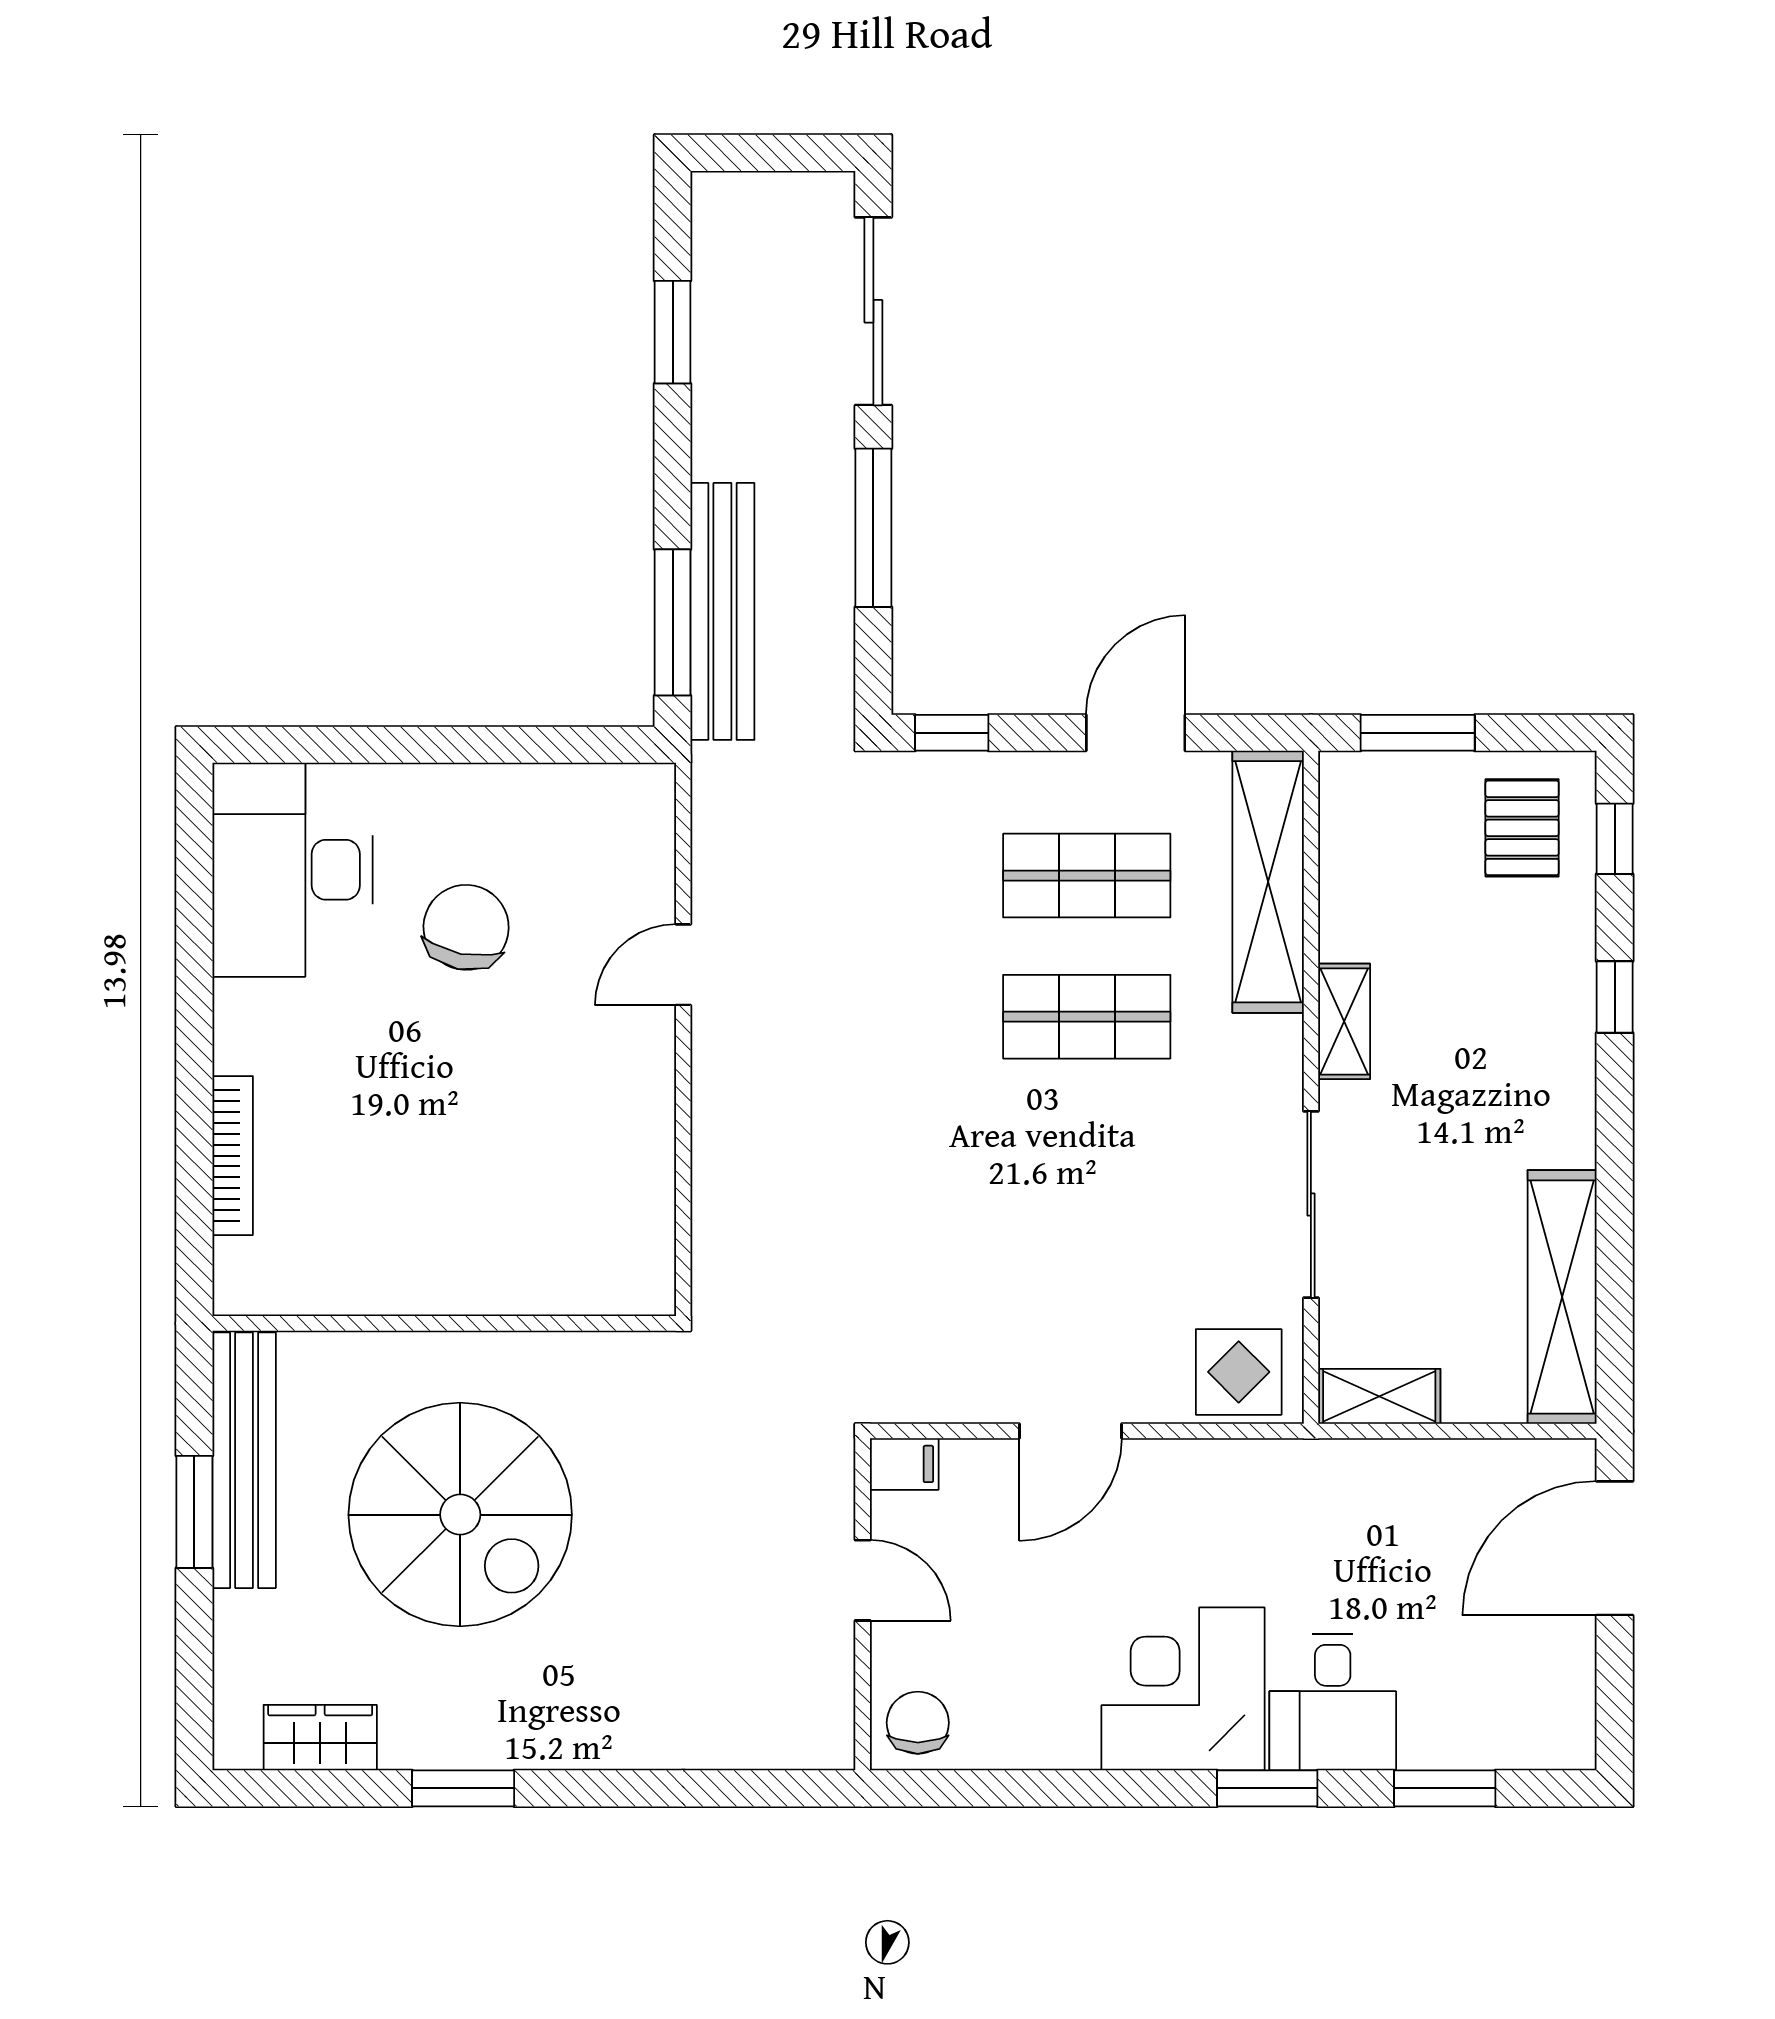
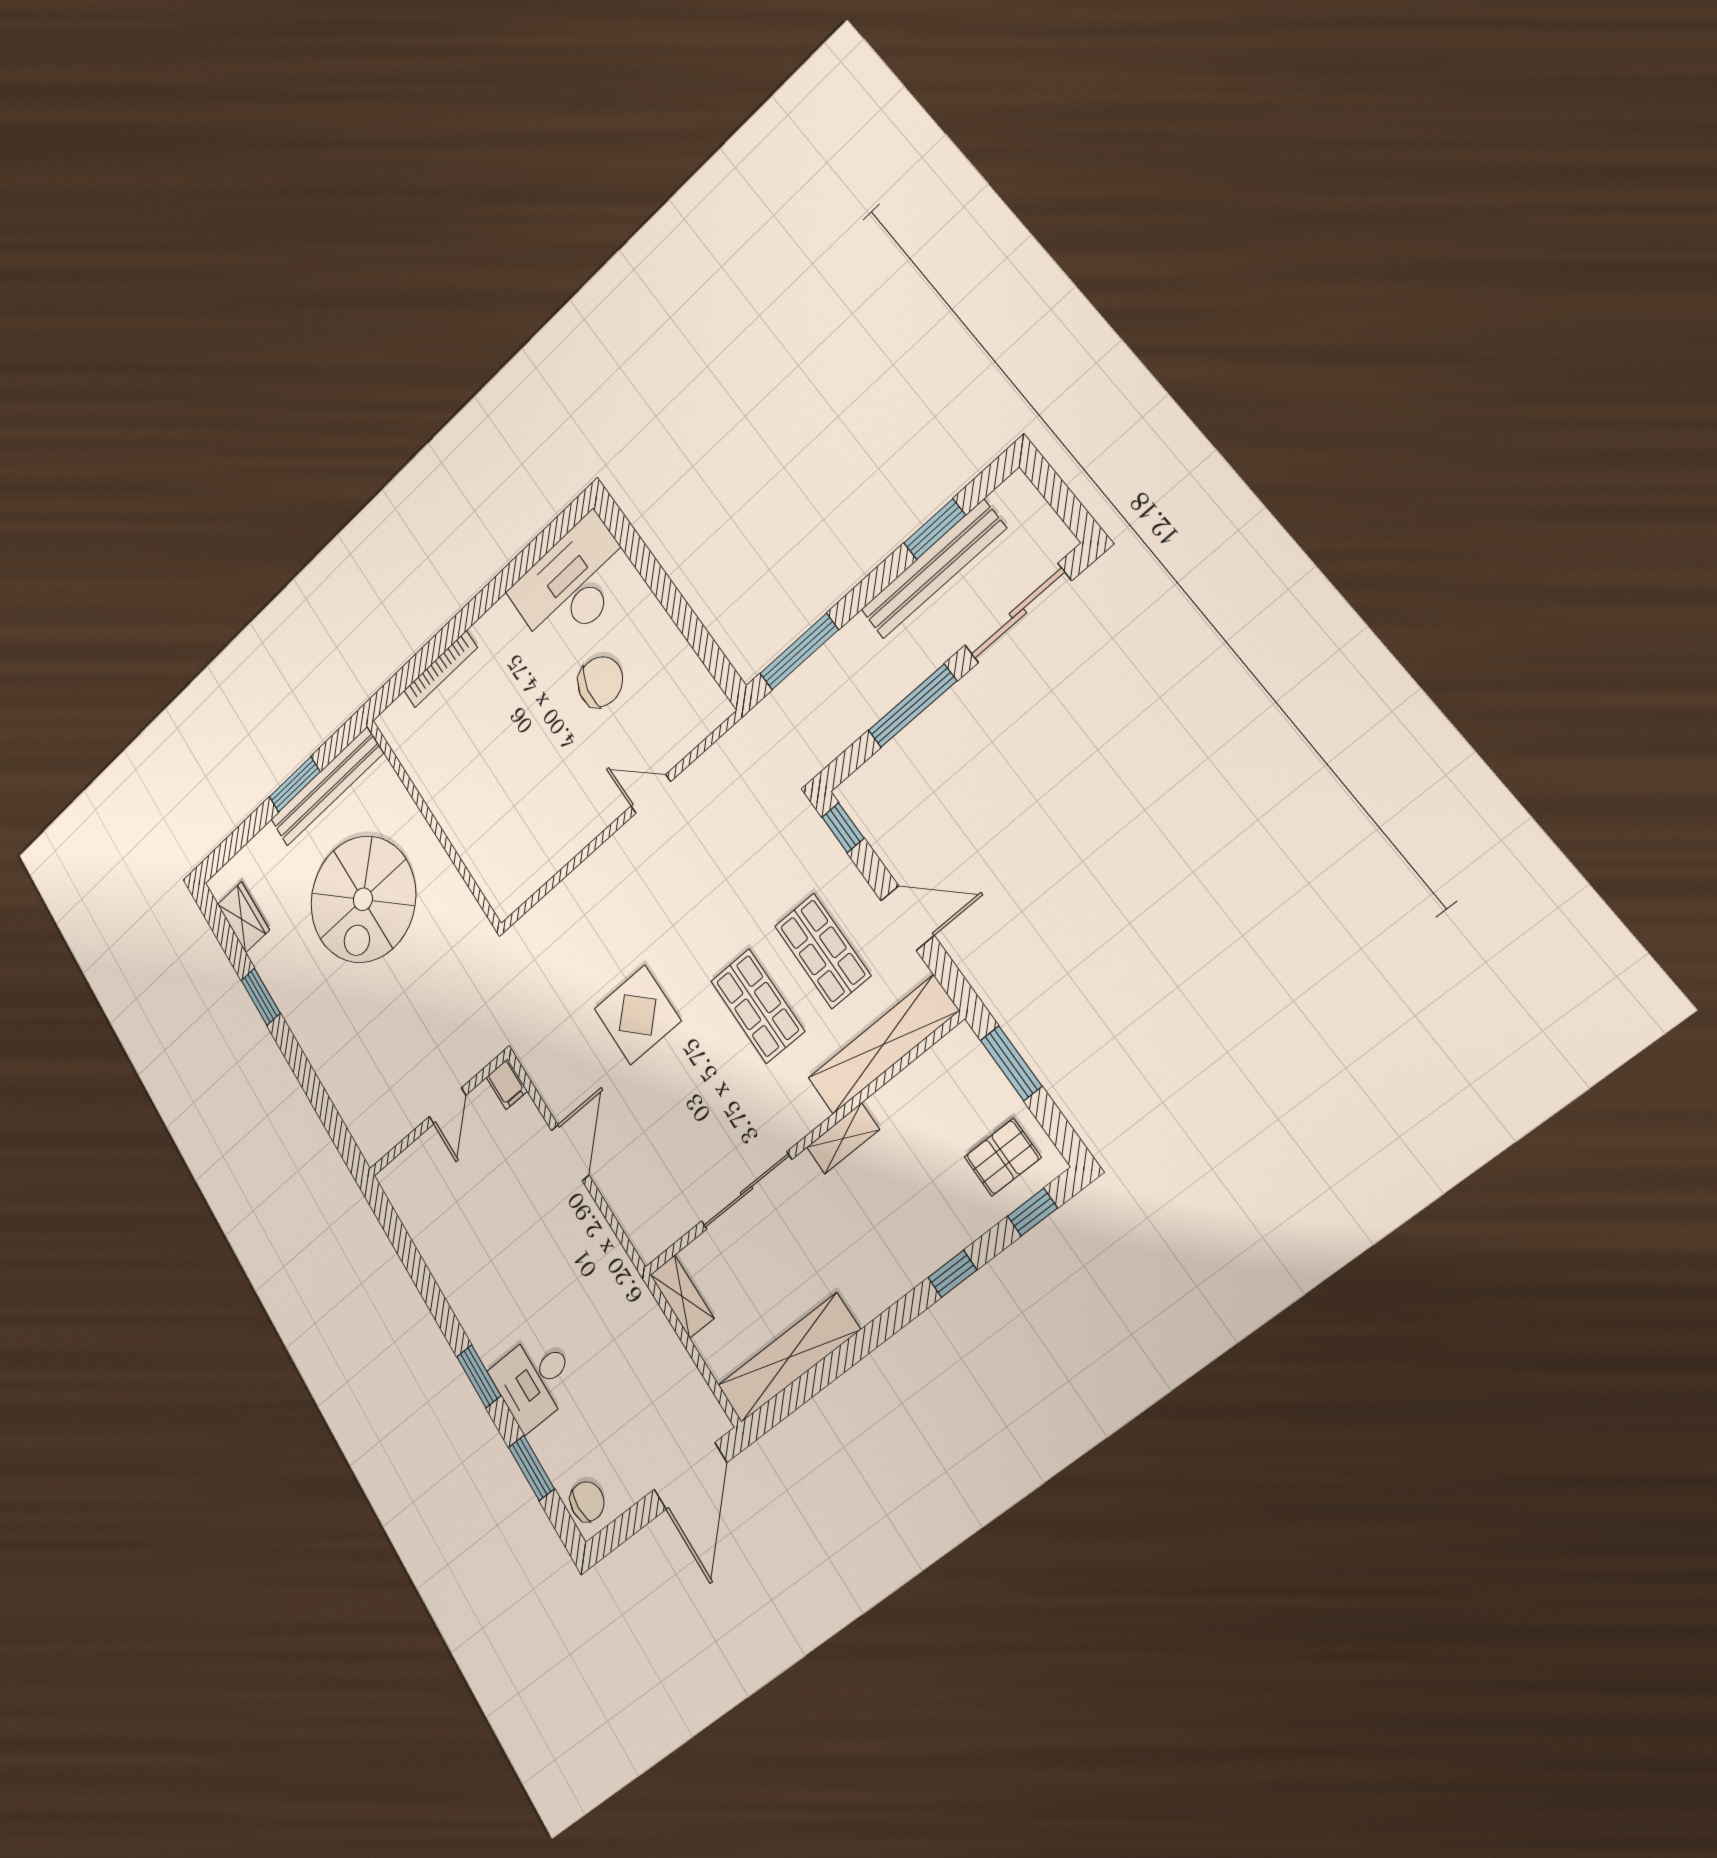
bench: (722, 611) -> (933, 569), moved
display table: (1239, 1372) -> (638, 1015), moved, width x1.36, depth x1.36
door: (1070, 1431) -> (570, 1153), swing flipped
door: (1615, 1548) -> (690, 1476), swing flipped
corner desk: (1183, 1689) -> (495, 1300), removed
chair: (918, 1723) -> (587, 1501), moved

